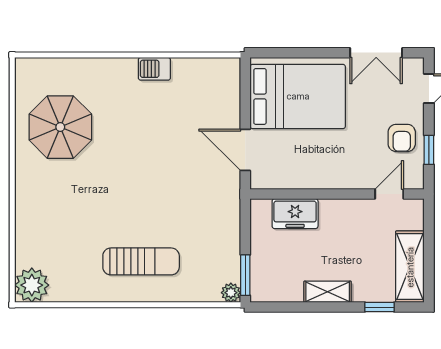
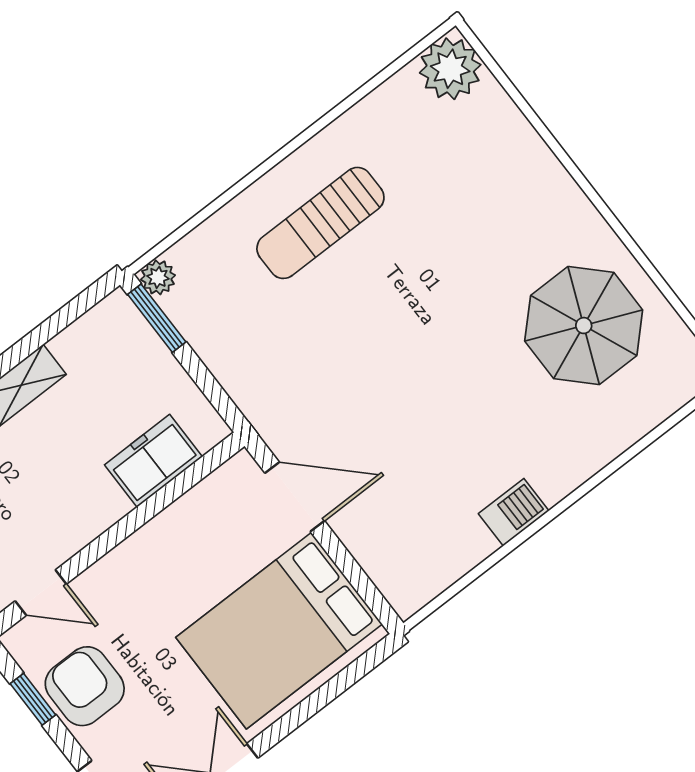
armchair: (402, 138) -> (85, 686), width x1.38, depth x1.38
door: (389, 194) -> (41, 593), hinge flipped

